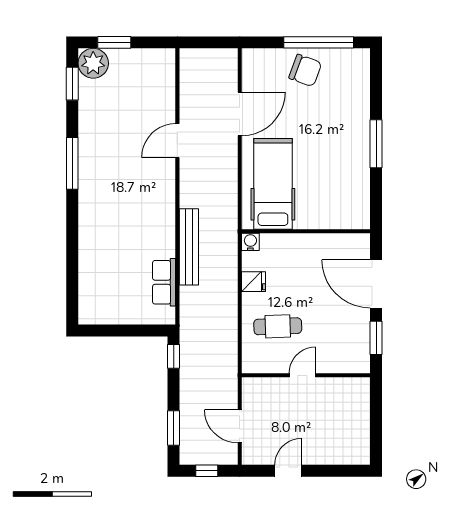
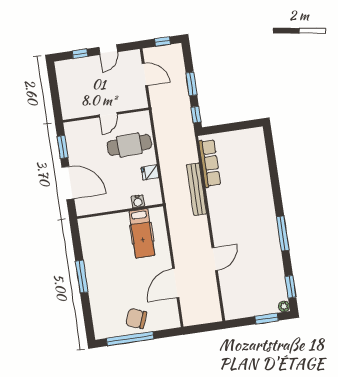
plant: (93, 63) -> (284, 306), width x0.53, depth x0.53
hospital bed: (273, 184) -> (142, 233), width x0.73, depth x0.78
water cooler: (250, 242) -> (138, 201), moved
row of seats: (164, 282) -> (210, 163), width x1.48
cafe table: (278, 326) -> (129, 145), width x1.37, depth x1.35
window: (174, 428) -> (191, 84), moved
window: (330, 471) -> (80, 54), added

